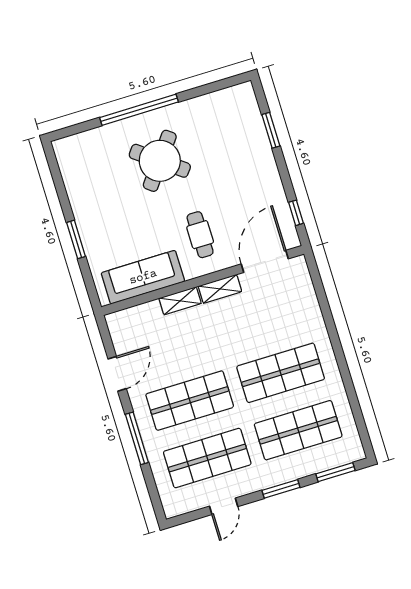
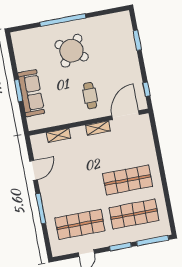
sofa: (143, 277) -> (31, 93), moved, turned 90
shelving: (180, 301) -> (58, 135), moved
shop shelf: (190, 401) -> (74, 190), removed
window: (335, 472) -> (153, 241), width x1.44

